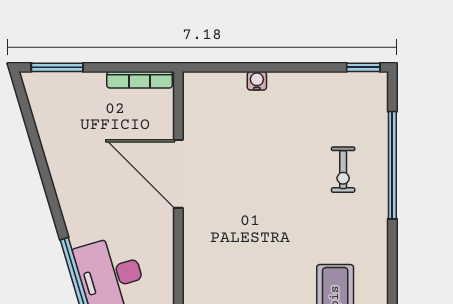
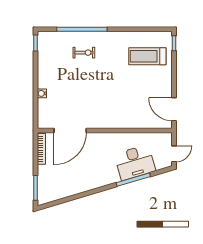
door: (178, 174) -> (70, 131), moved

